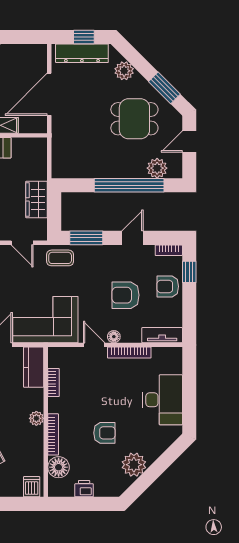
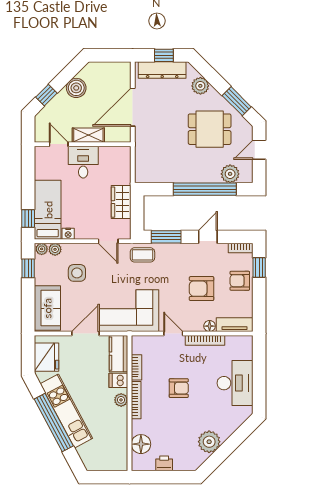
floor lamp: (114, 337) -> (210, 326), moved
armchair: (104, 433) -> (179, 388), moved
bookcase: (53, 434) -> (136, 400), moved
dishwasher: (32, 487) -> (118, 380), moved, turned -90

